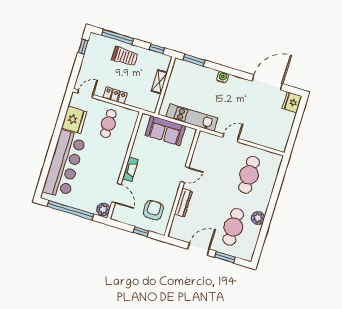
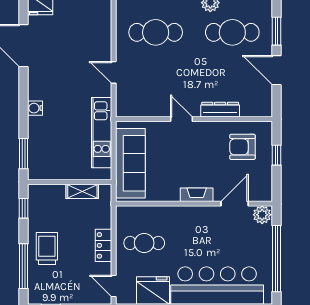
shelving: (159, 82) -> (82, 191), moved
sofa: (165, 131) -> (130, 163), width x1.36

